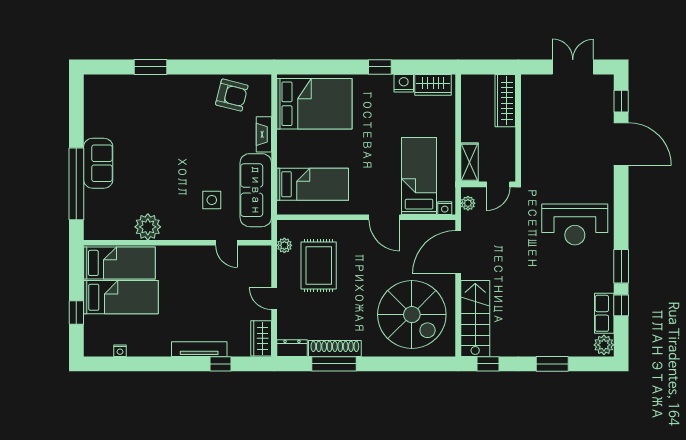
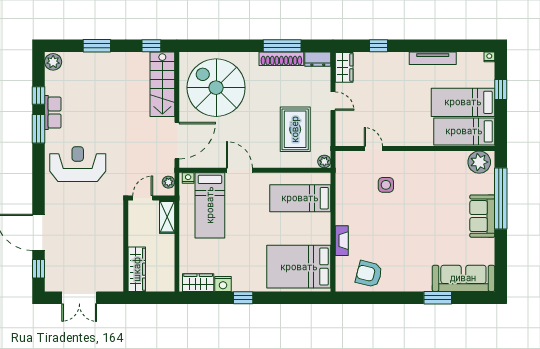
sofa: (256, 190) -> (463, 278), moved, turned -90
plant: (148, 227) -> (479, 162), moved
plant: (284, 245) -> (324, 161), moved
row of seats: (604, 313) -> (53, 113), moved
tv unit: (199, 349) -> (433, 58), moved
nightstand: (120, 351) -> (489, 57), moved

